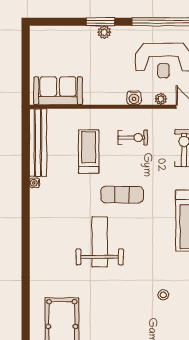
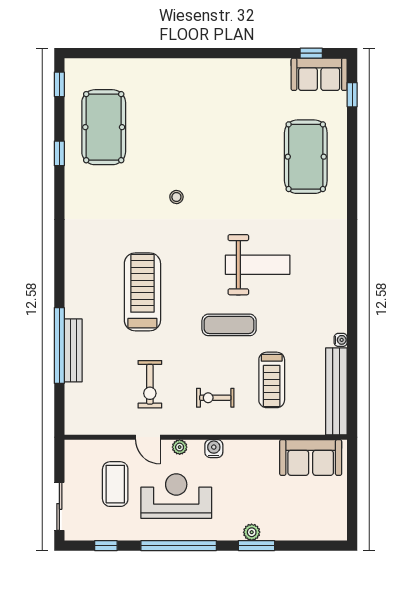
weight bench: (100, 242) -> (258, 265), turned -90

